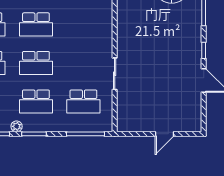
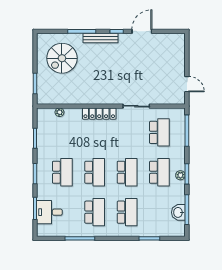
locker: (106, 30) -> (99, 114), added
bench: (196, 31) -> (101, 38), added
plant: (17, 126) -> (180, 175), moved
door: (164, 134) -> (187, 84), moved

